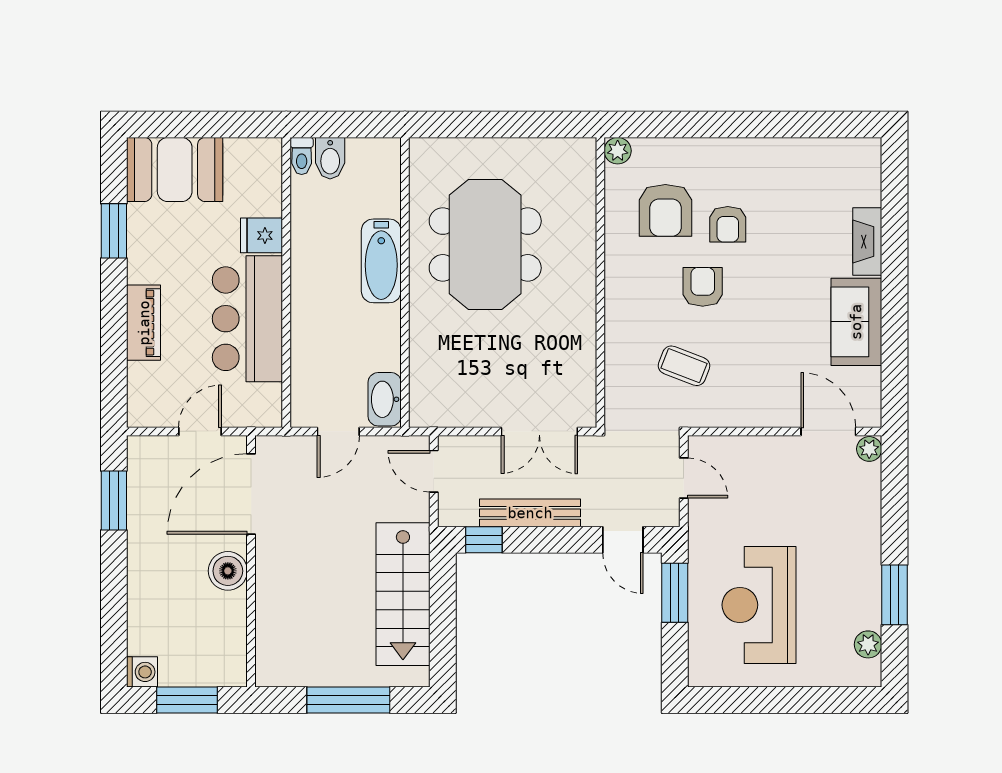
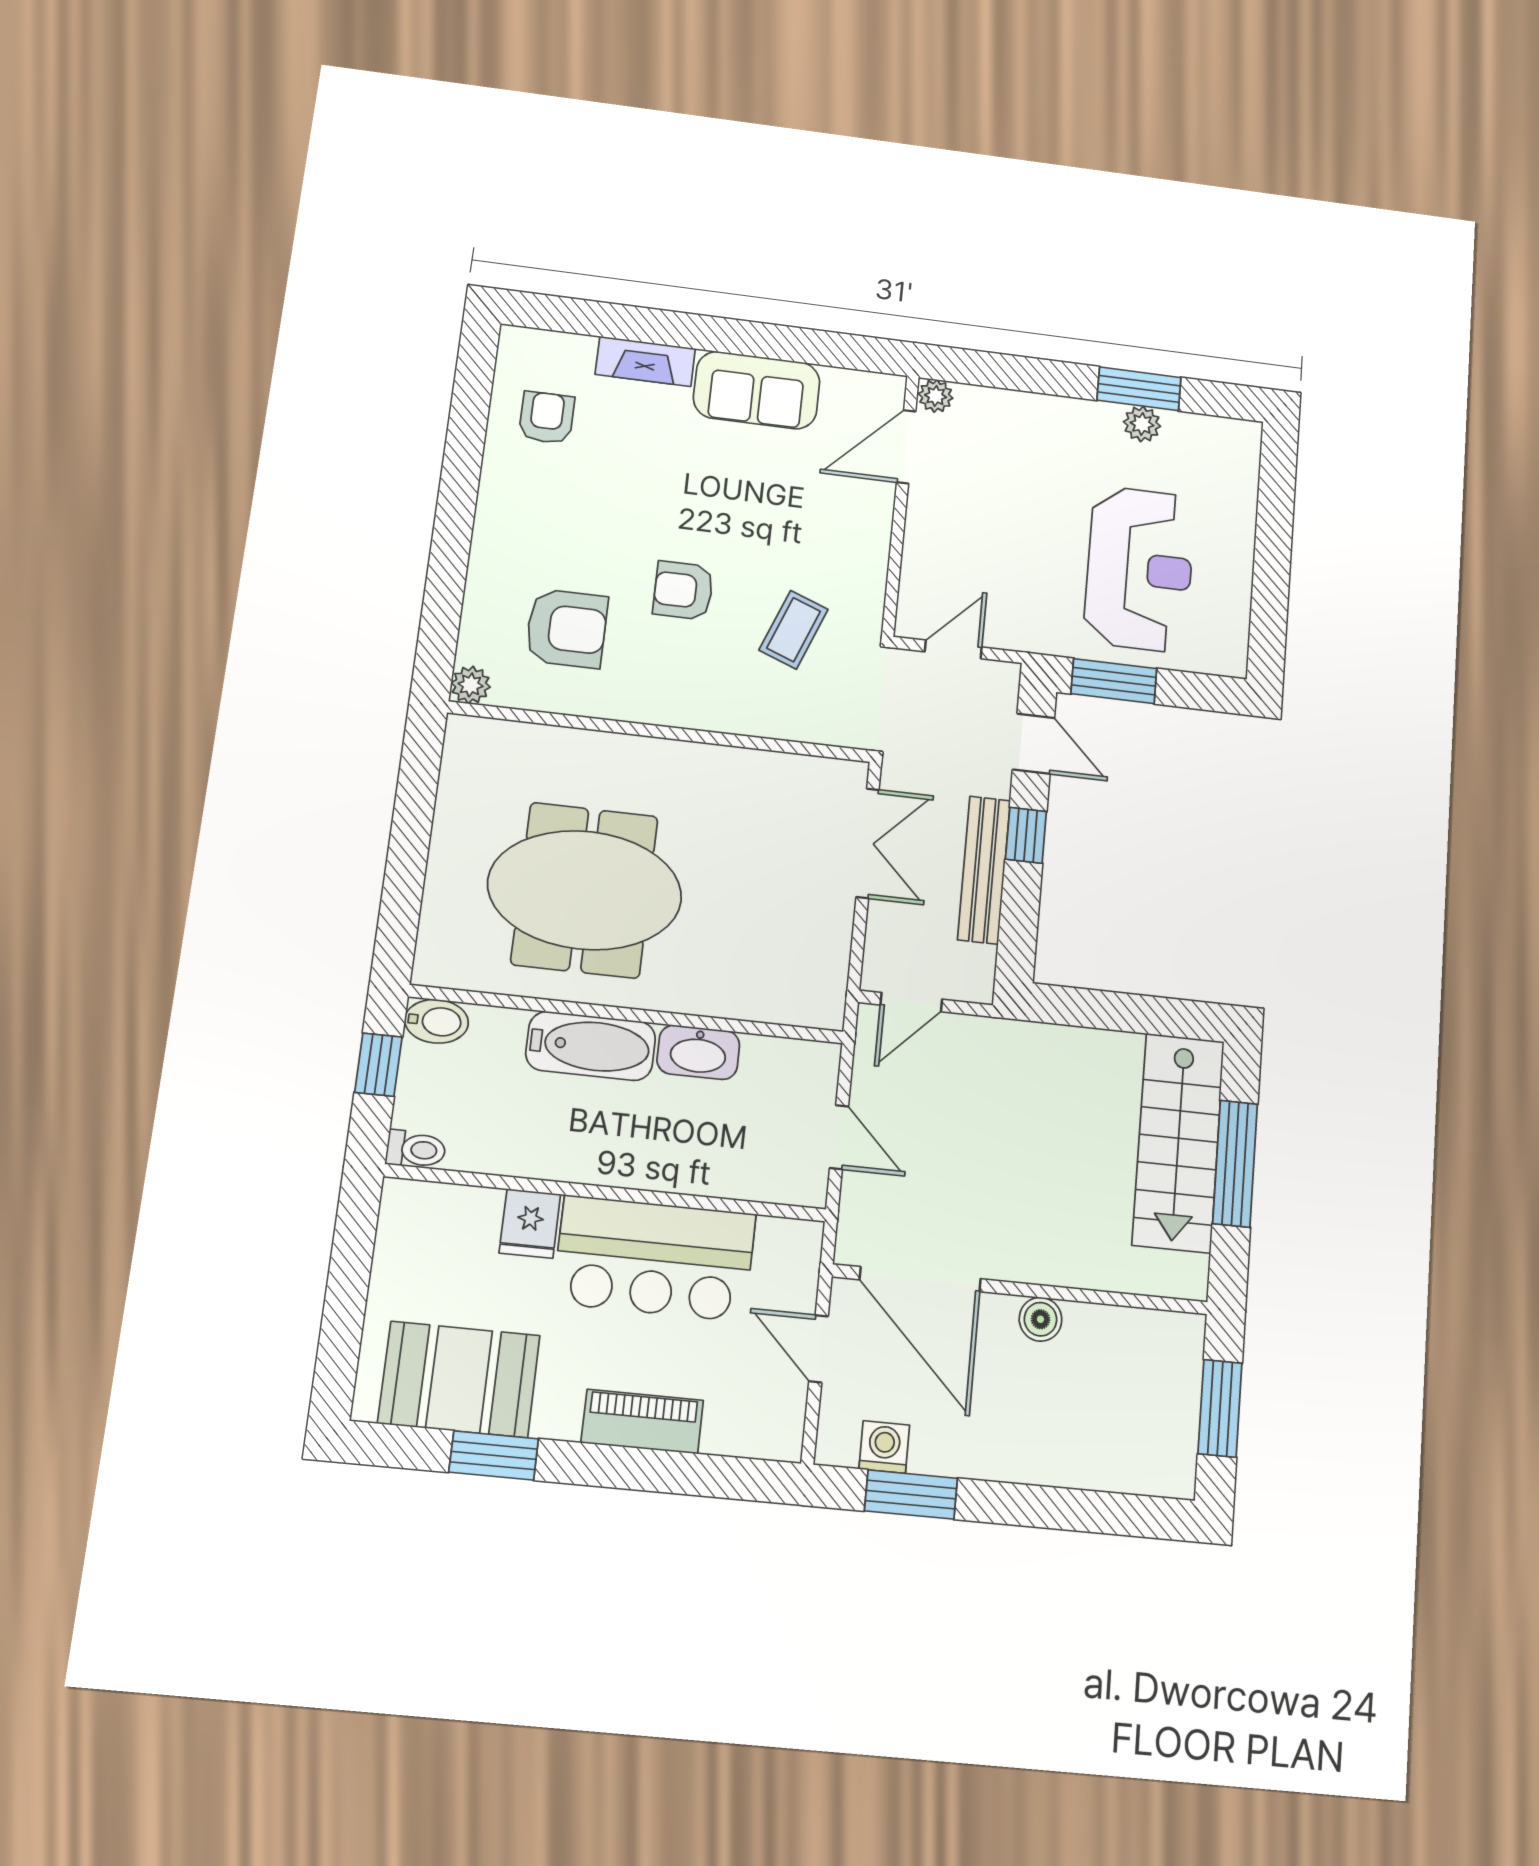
window: (354, 124) -> (378, 1065), added
bidet: (330, 158) -> (436, 1021), moved
booth: (175, 169) -> (459, 1379), moved, turned 90
armchair: (728, 224) -> (547, 418), moved, turned -90
washbasin: (385, 399) -> (698, 1052), moved
window: (484, 540) -> (1026, 835), moved
door: (623, 540) -> (1034, 744), hinge flipped
boiler: (228, 571) -> (1040, 1319), width x0.73, depth x0.73
stairs: (403, 594) -> (1178, 1143), moved, turned 90
reception desk: (759, 605) -> (1140, 569), turned -90
plant: (868, 644) -> (1142, 424), moved
washing machine: (142, 672) -> (884, 1447), moved

